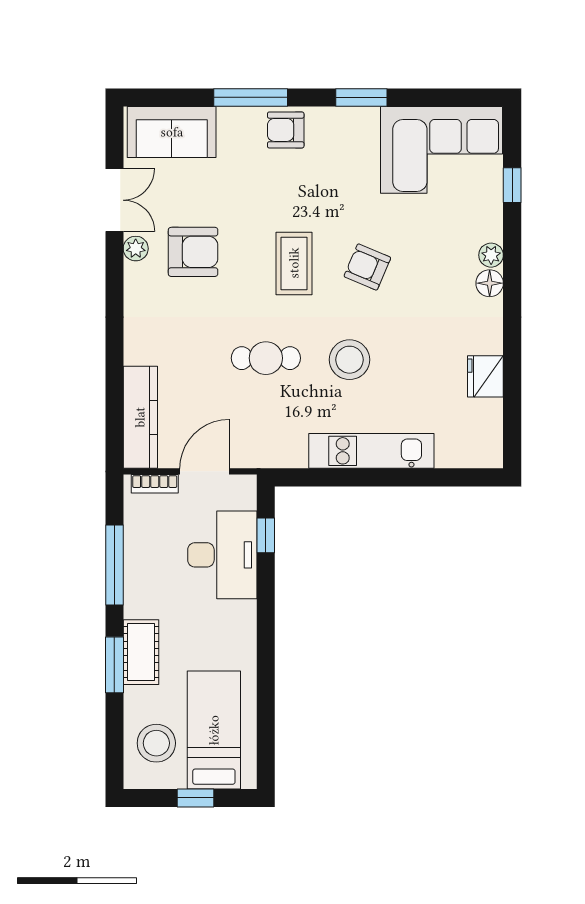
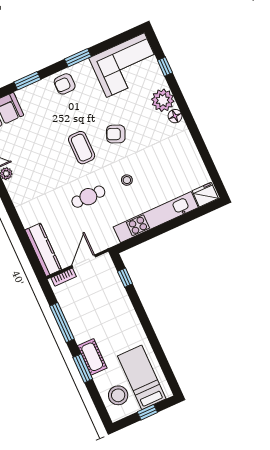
window: (251, 97) -> (27, 81), width x0.69
armchair: (286, 130) -> (65, 84), moved
armchair: (193, 252) -> (33, 163), removed
plant: (491, 255) -> (163, 100), width x1.87, depth x1.87
stool: (350, 360) -> (127, 180), width x0.53, depth x0.53
fridge: (485, 376) -> (205, 195), moved, turned 90
kitchen unit: (371, 451) -> (156, 217), width x1.36
desk: (222, 555) -> (109, 296), removed

